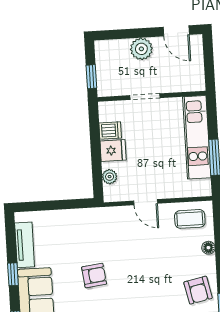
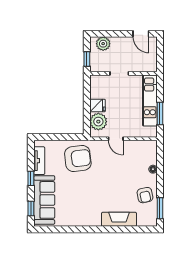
plant: (141, 49) -> (103, 44), moved
dishwasher: (110, 130) -> (96, 93), removed
plant: (110, 177) -> (98, 122), width x1.87, depth x1.87
coffee table: (190, 219) -> (143, 151), removed
armchair: (94, 276) -> (78, 158), moved, width x1.88, depth x1.88

